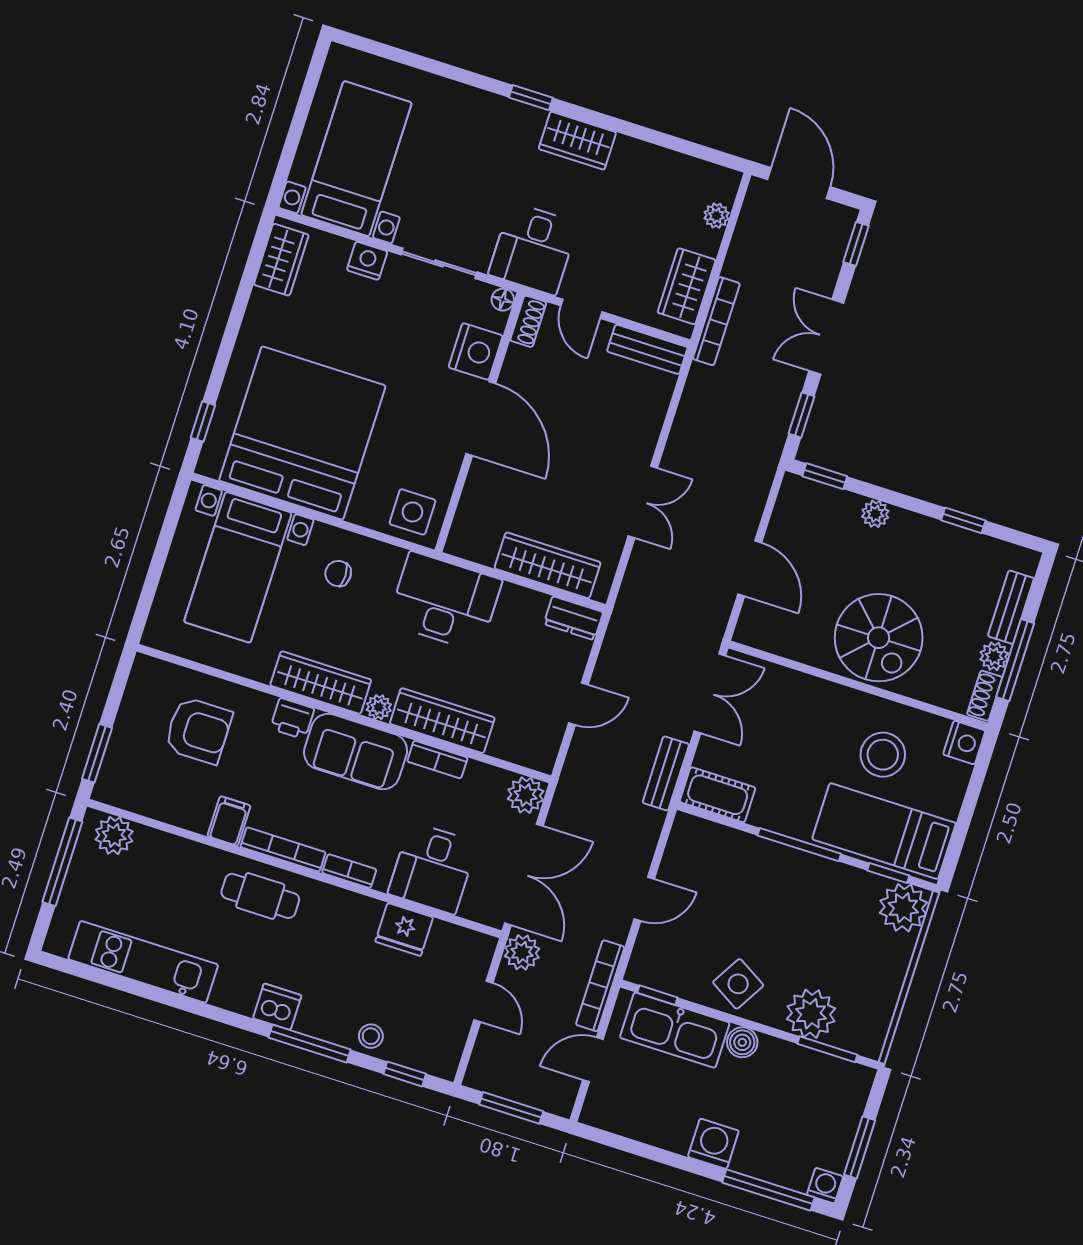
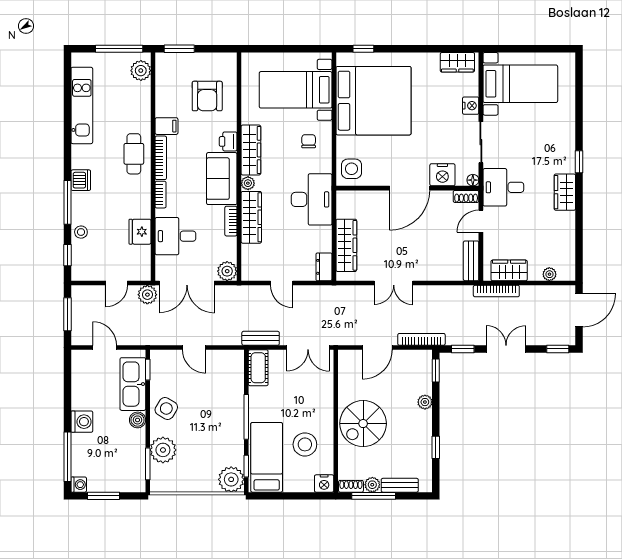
bookcase: (600, 986) -> (421, 339), moved

